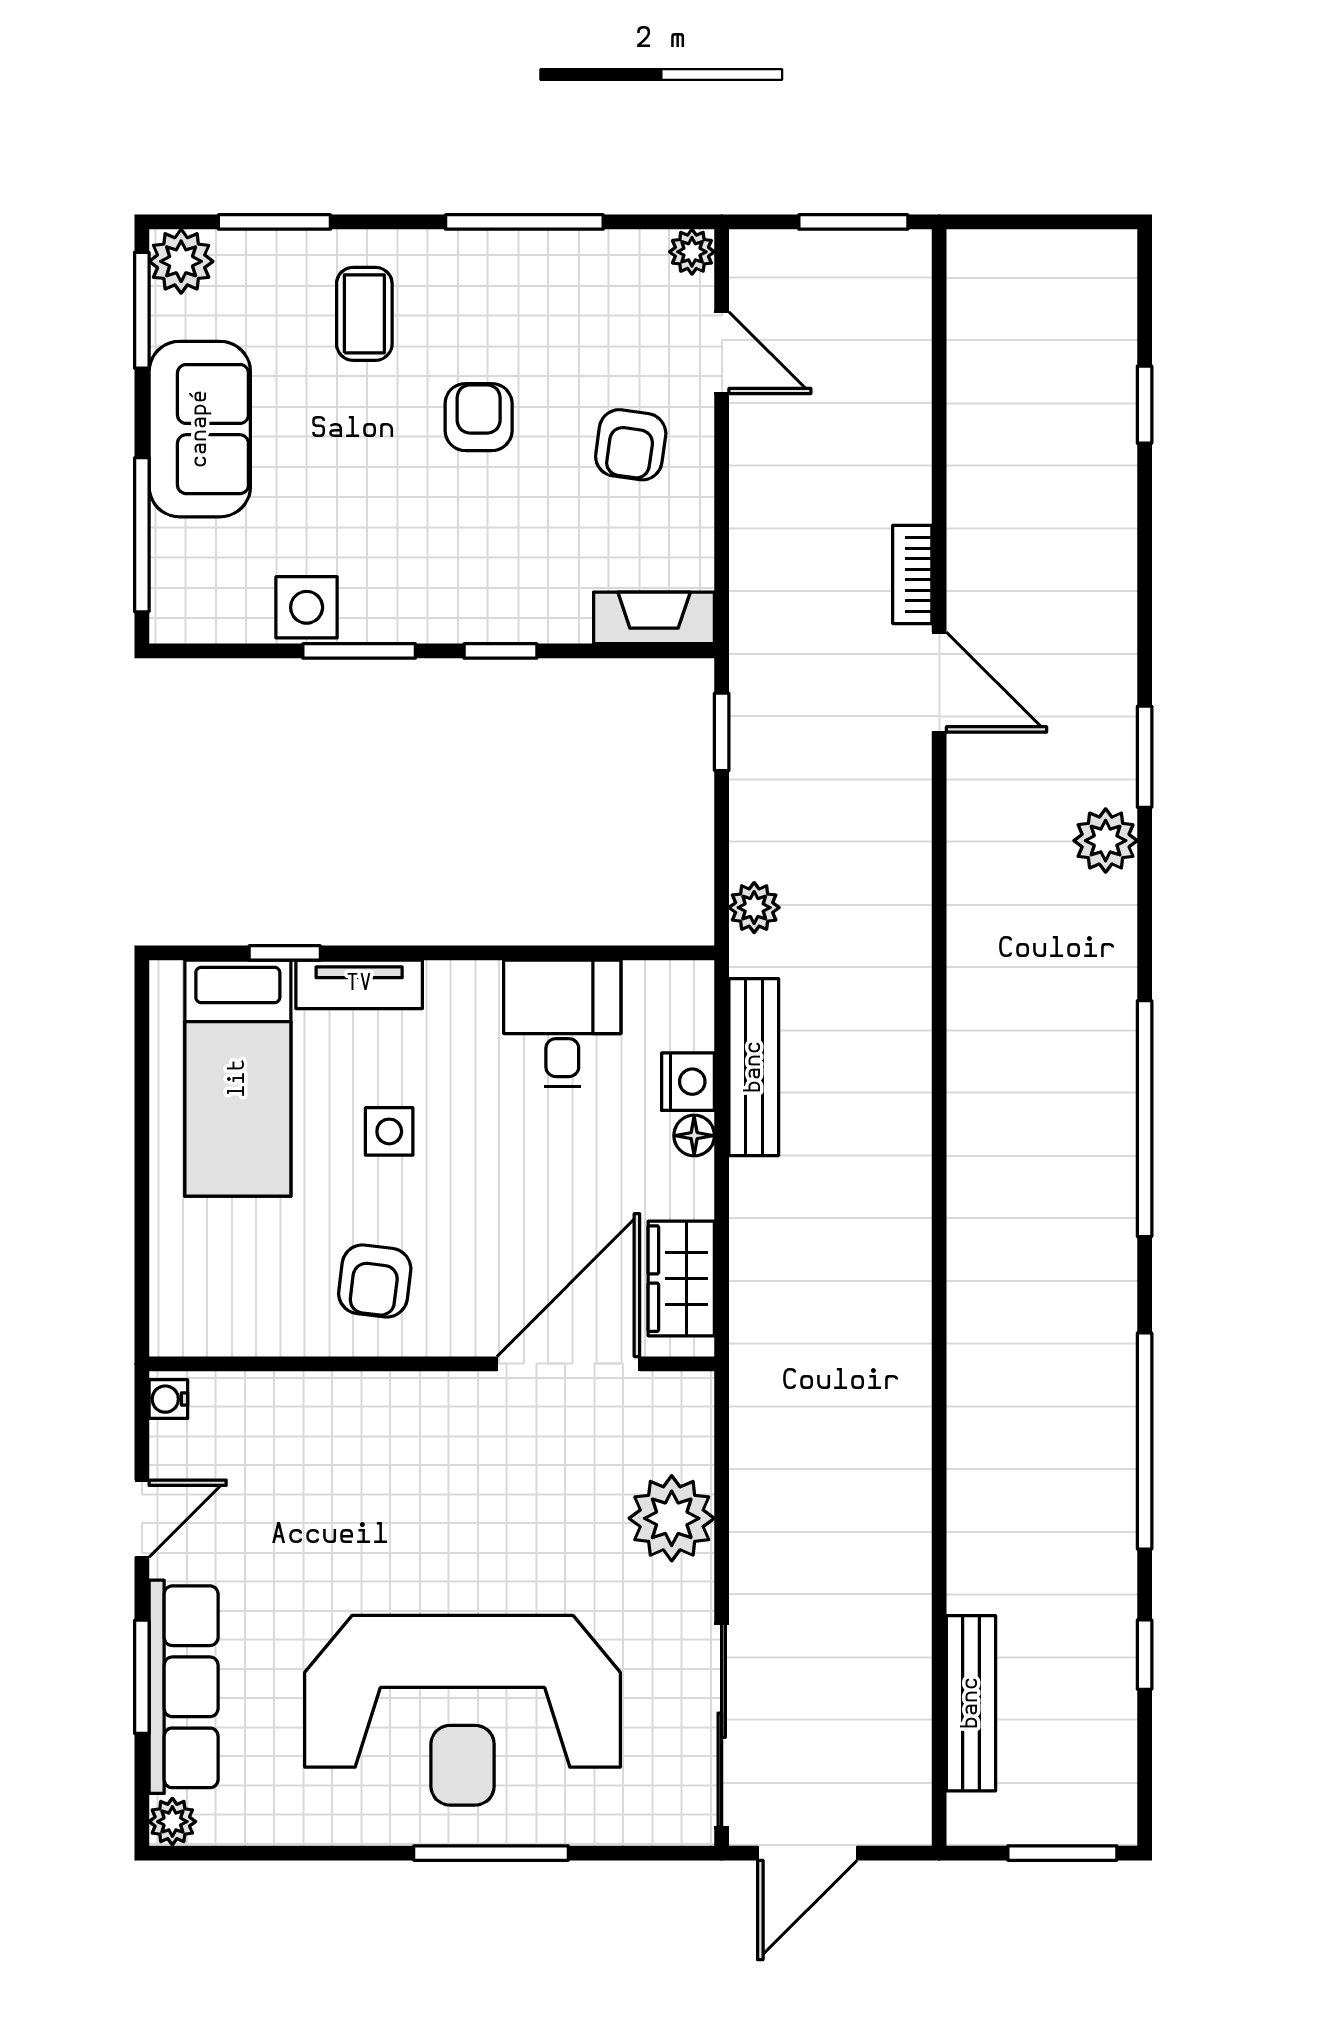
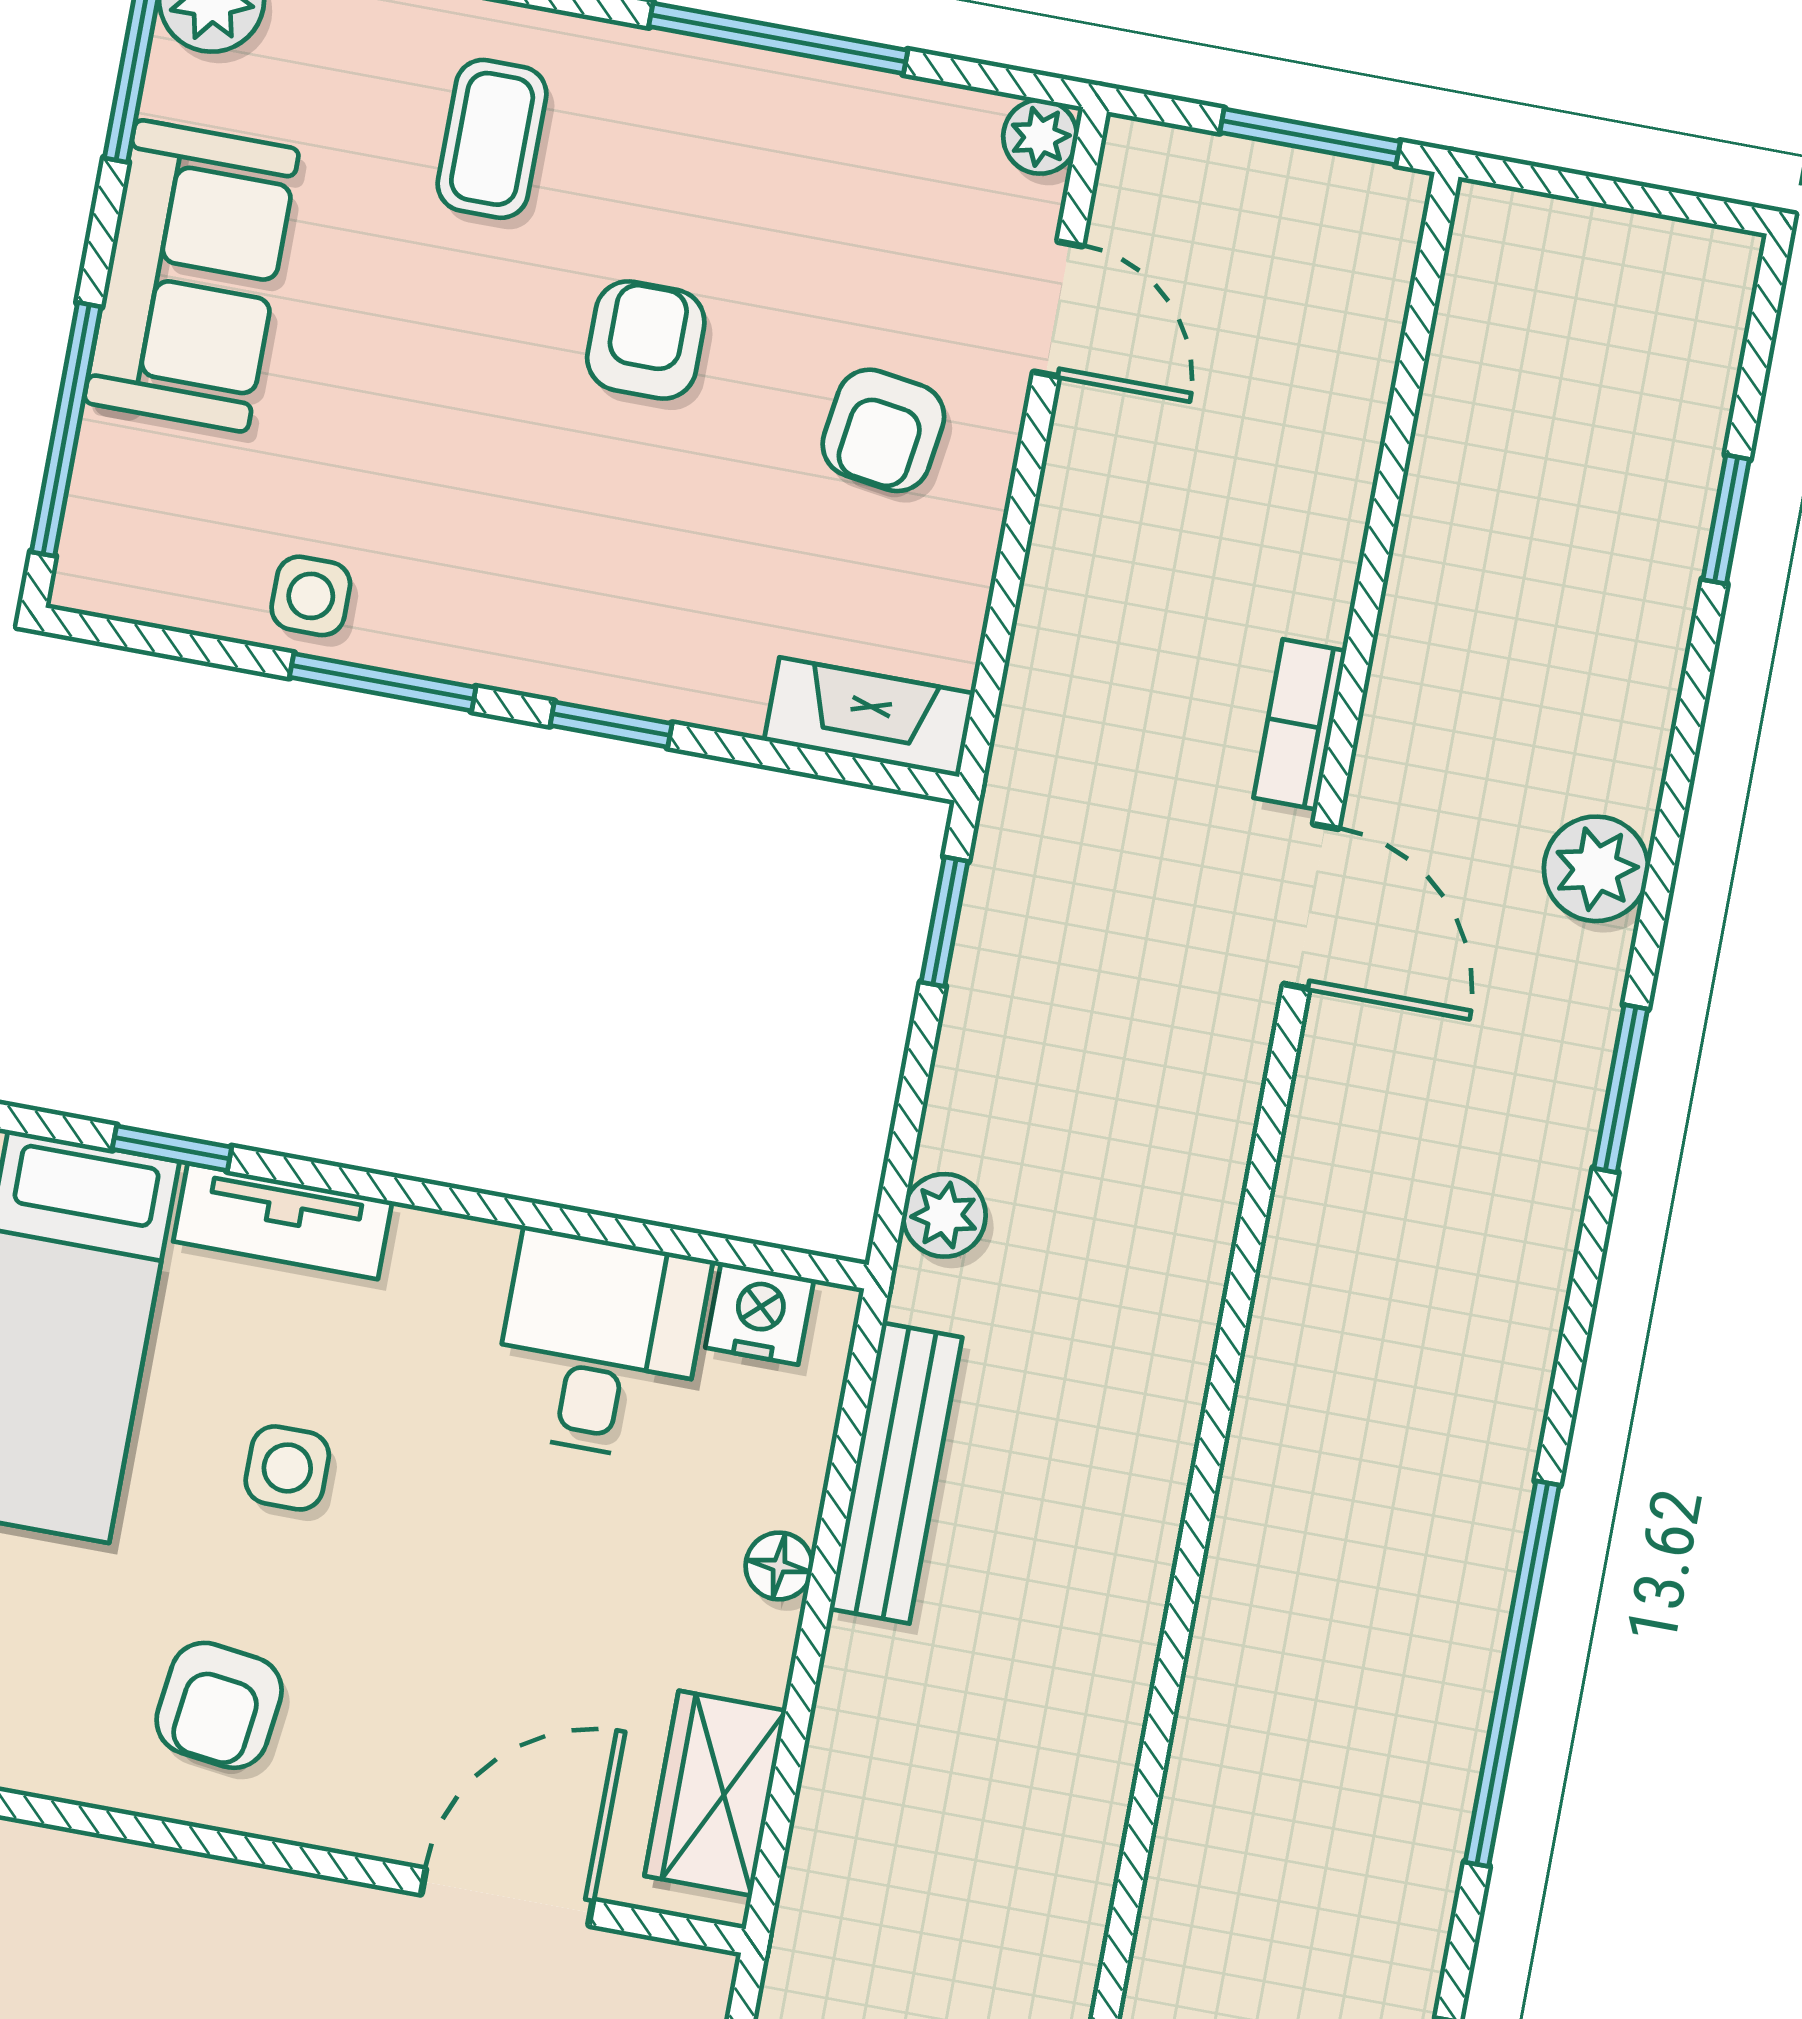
side table: (307, 607) -> (311, 596), width x0.73, depth x0.73
plant: (1106, 841) -> (1596, 869), moved
nightstand: (688, 1082) -> (760, 1313), moved, turned -90
door: (568, 1364) -> (507, 1897), width x0.73

